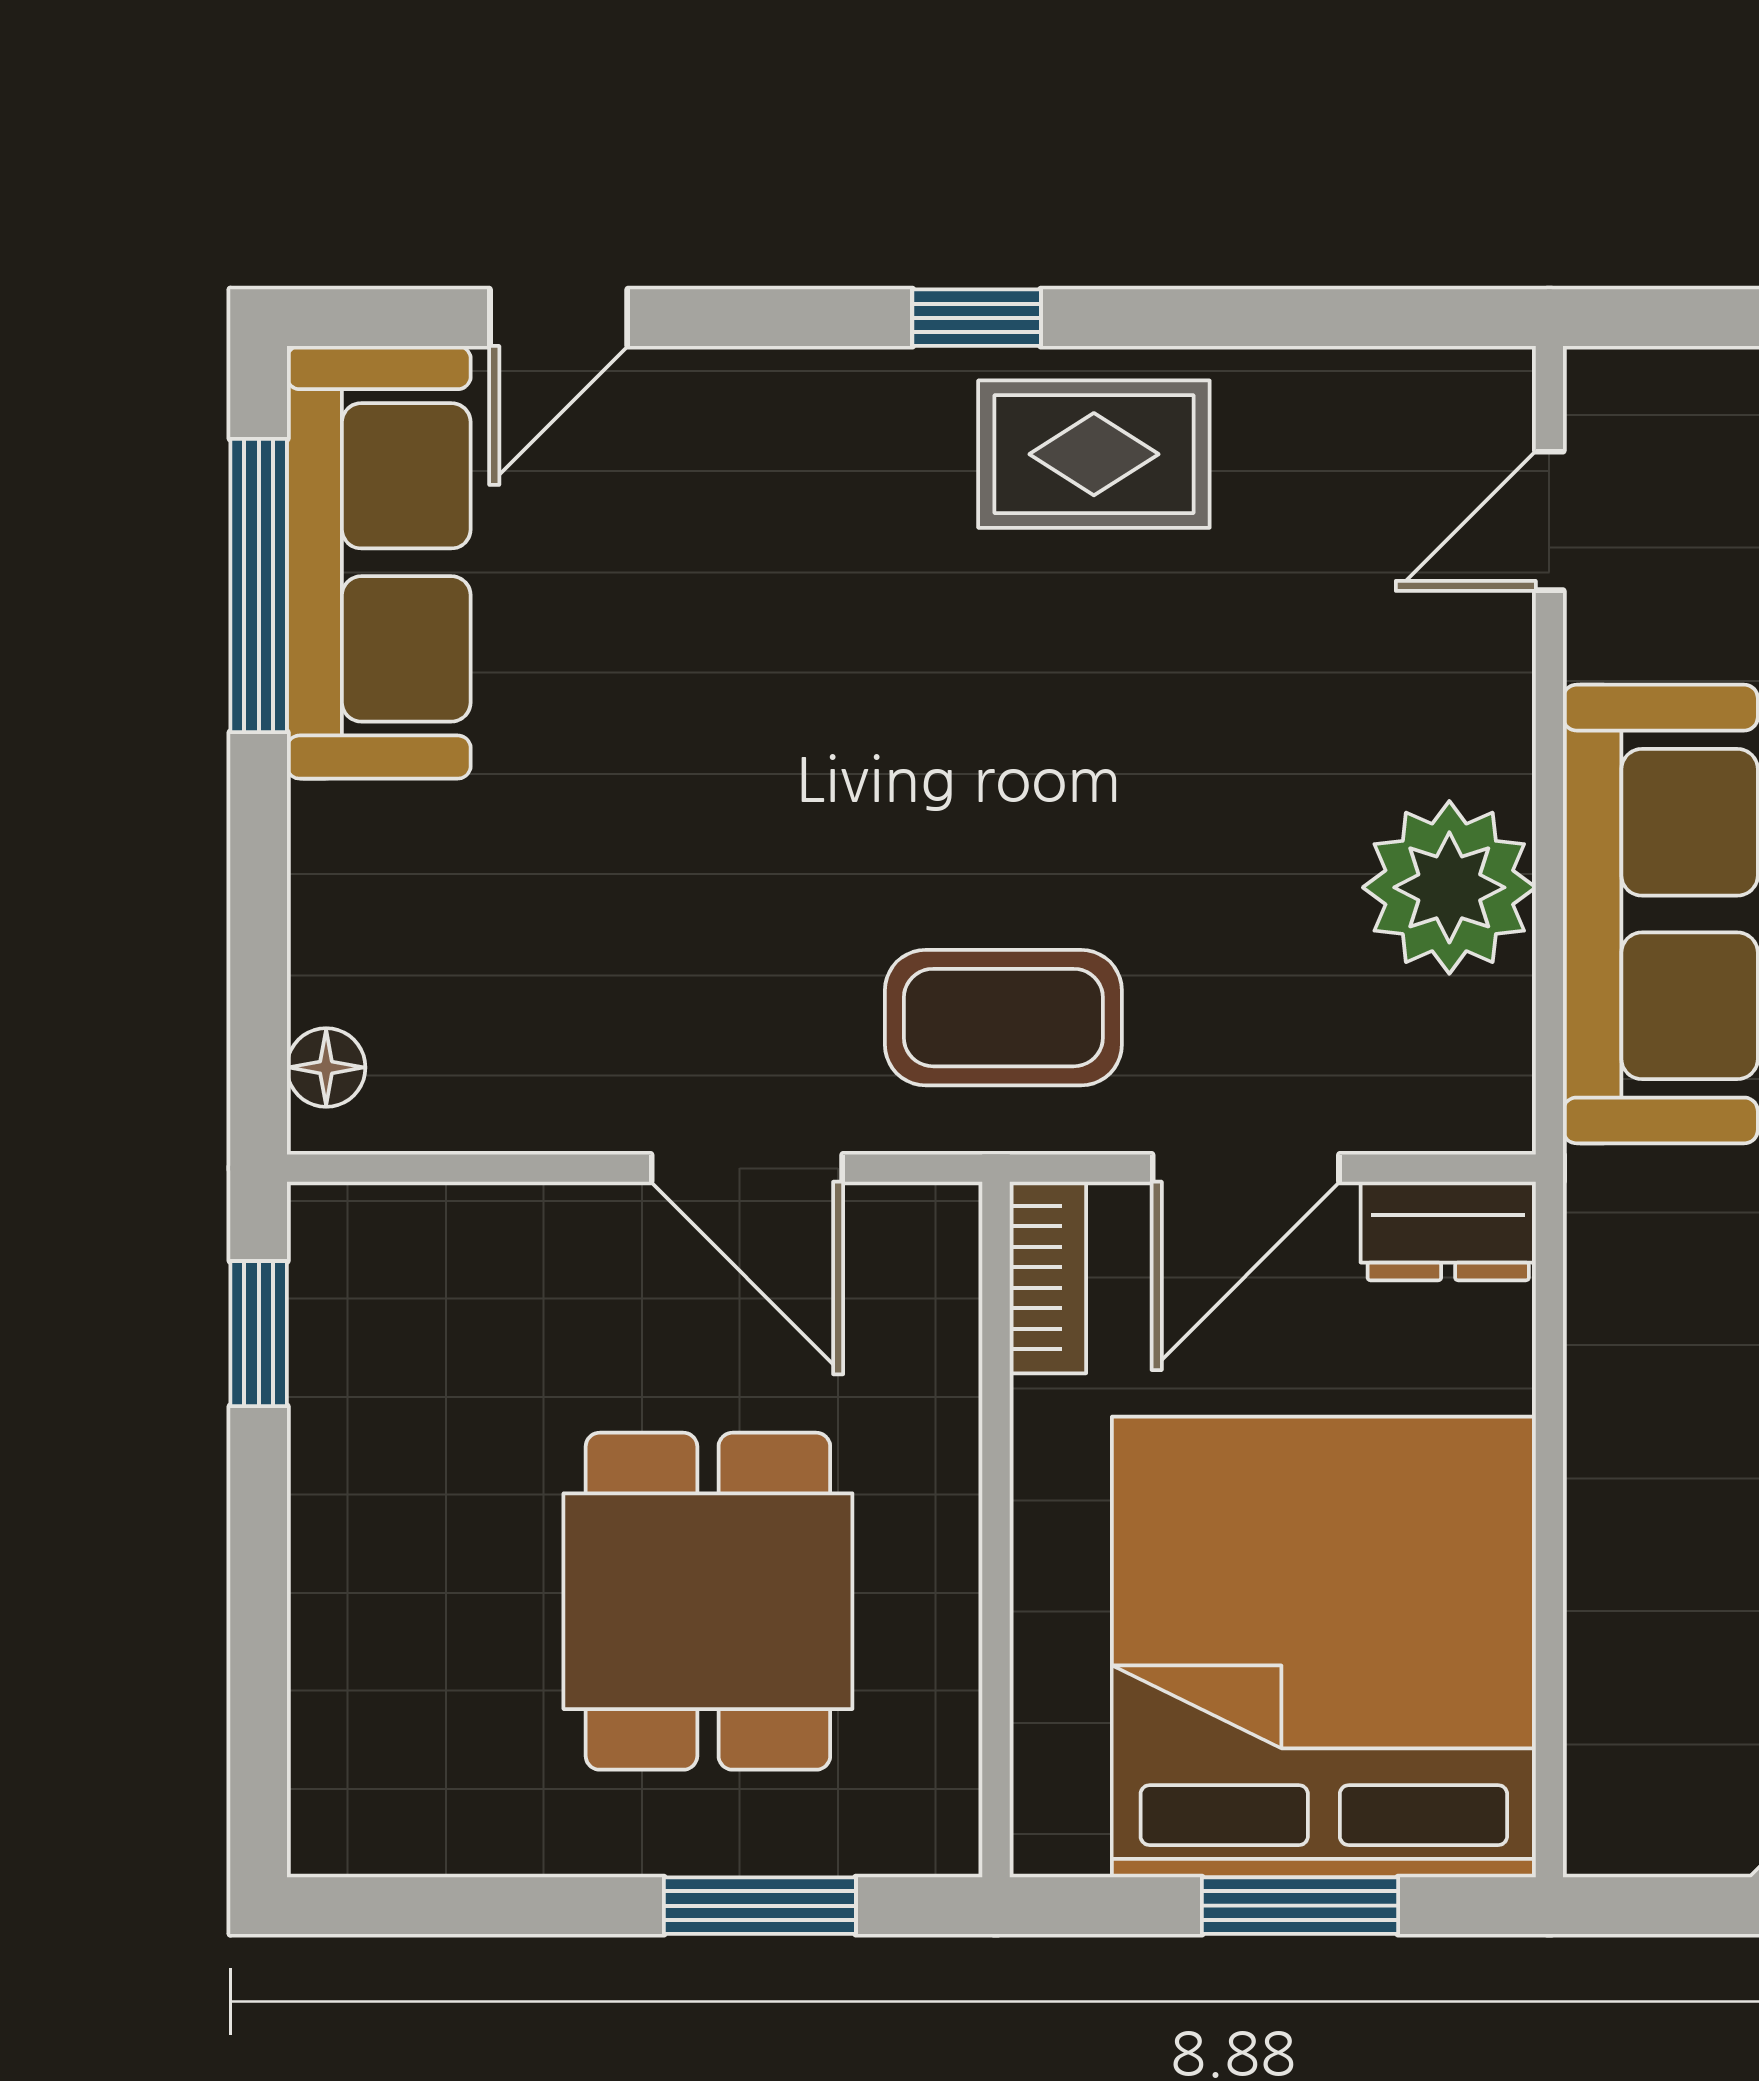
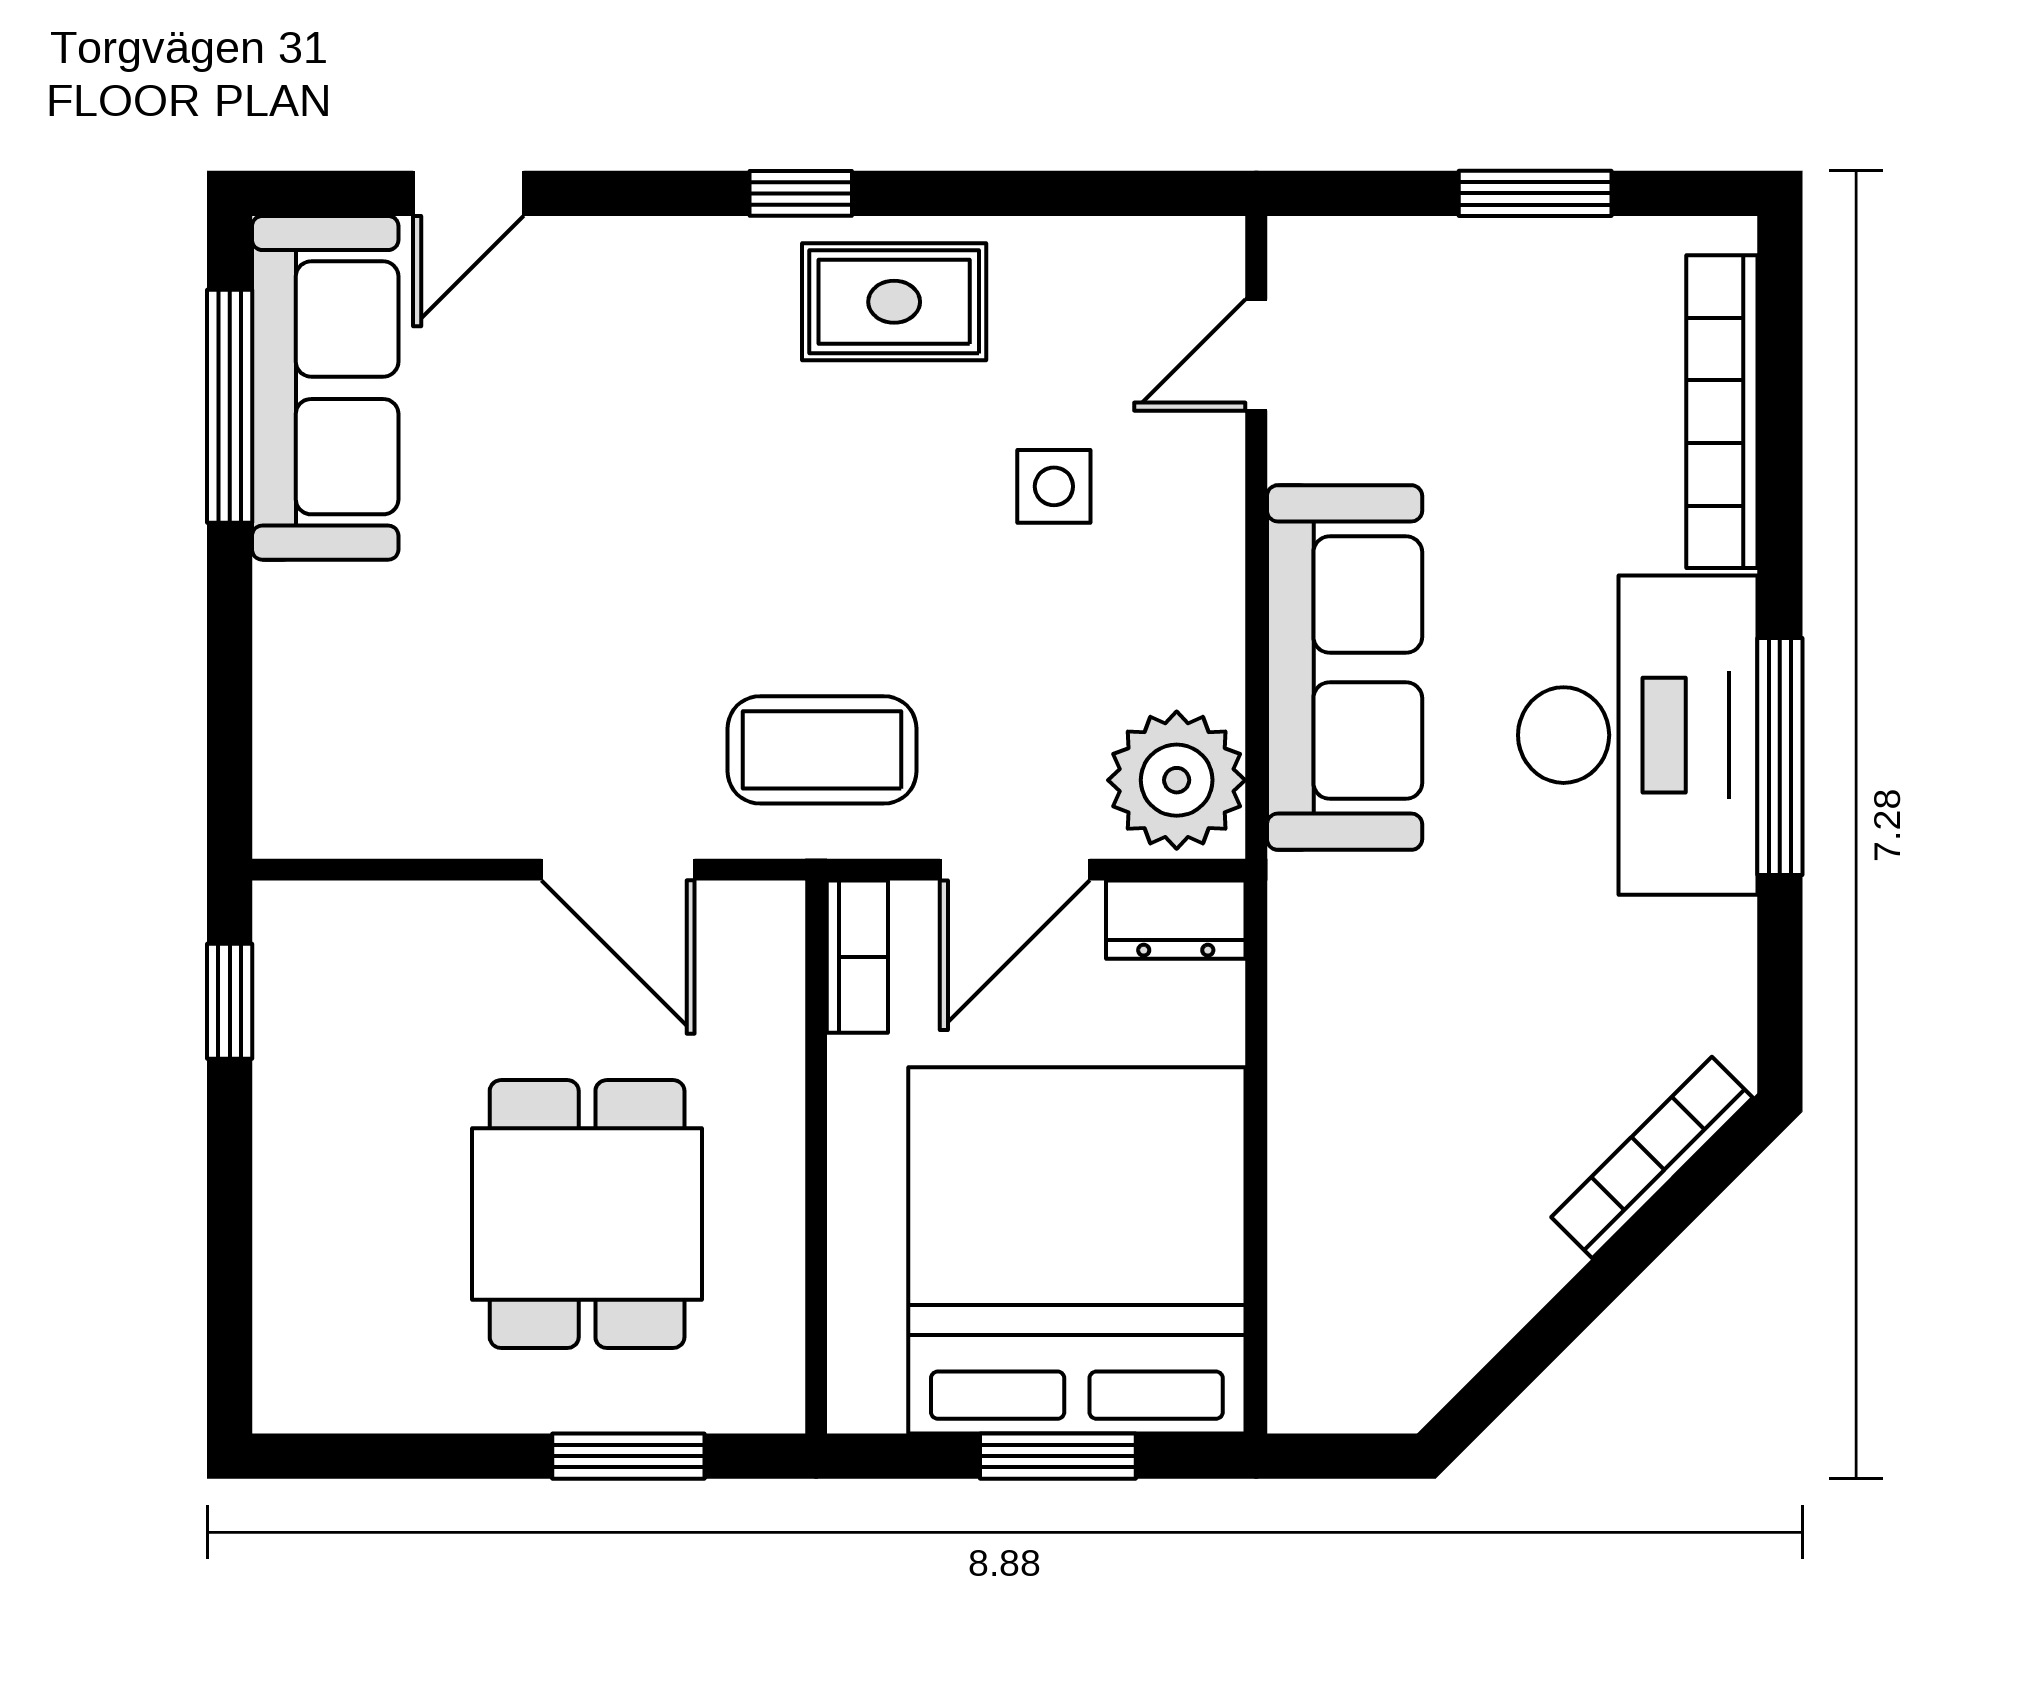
side table: (1295, 686) -> (1054, 486), added
plant: (1449, 887) -> (1177, 780), moved
floor lamp: (326, 1067) -> (283, 790), removed

